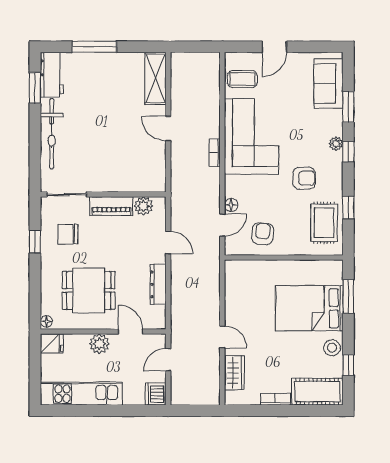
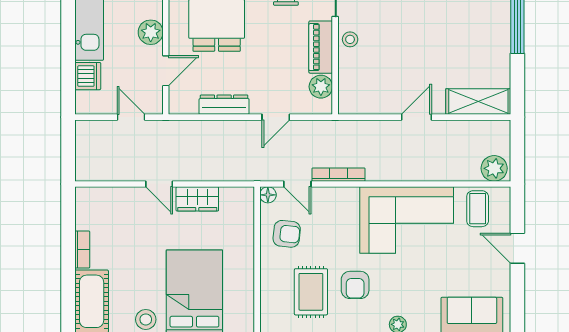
plant: (210, 66) -> (494, 168), added
bookcase: (215, 153) -> (338, 175), moved, width x1.56
stool: (105, 182) -> (350, 39), added
floor lamp: (231, 205) -> (268, 195), moved
rug: (324, 223) -> (311, 292), moved, turned 90
door: (222, 337) -> (159, 184), hinge flipped
wardrobe: (234, 373) -> (197, 199), moved
dishwasher: (156, 394) -> (88, 76), moved, turned 90

